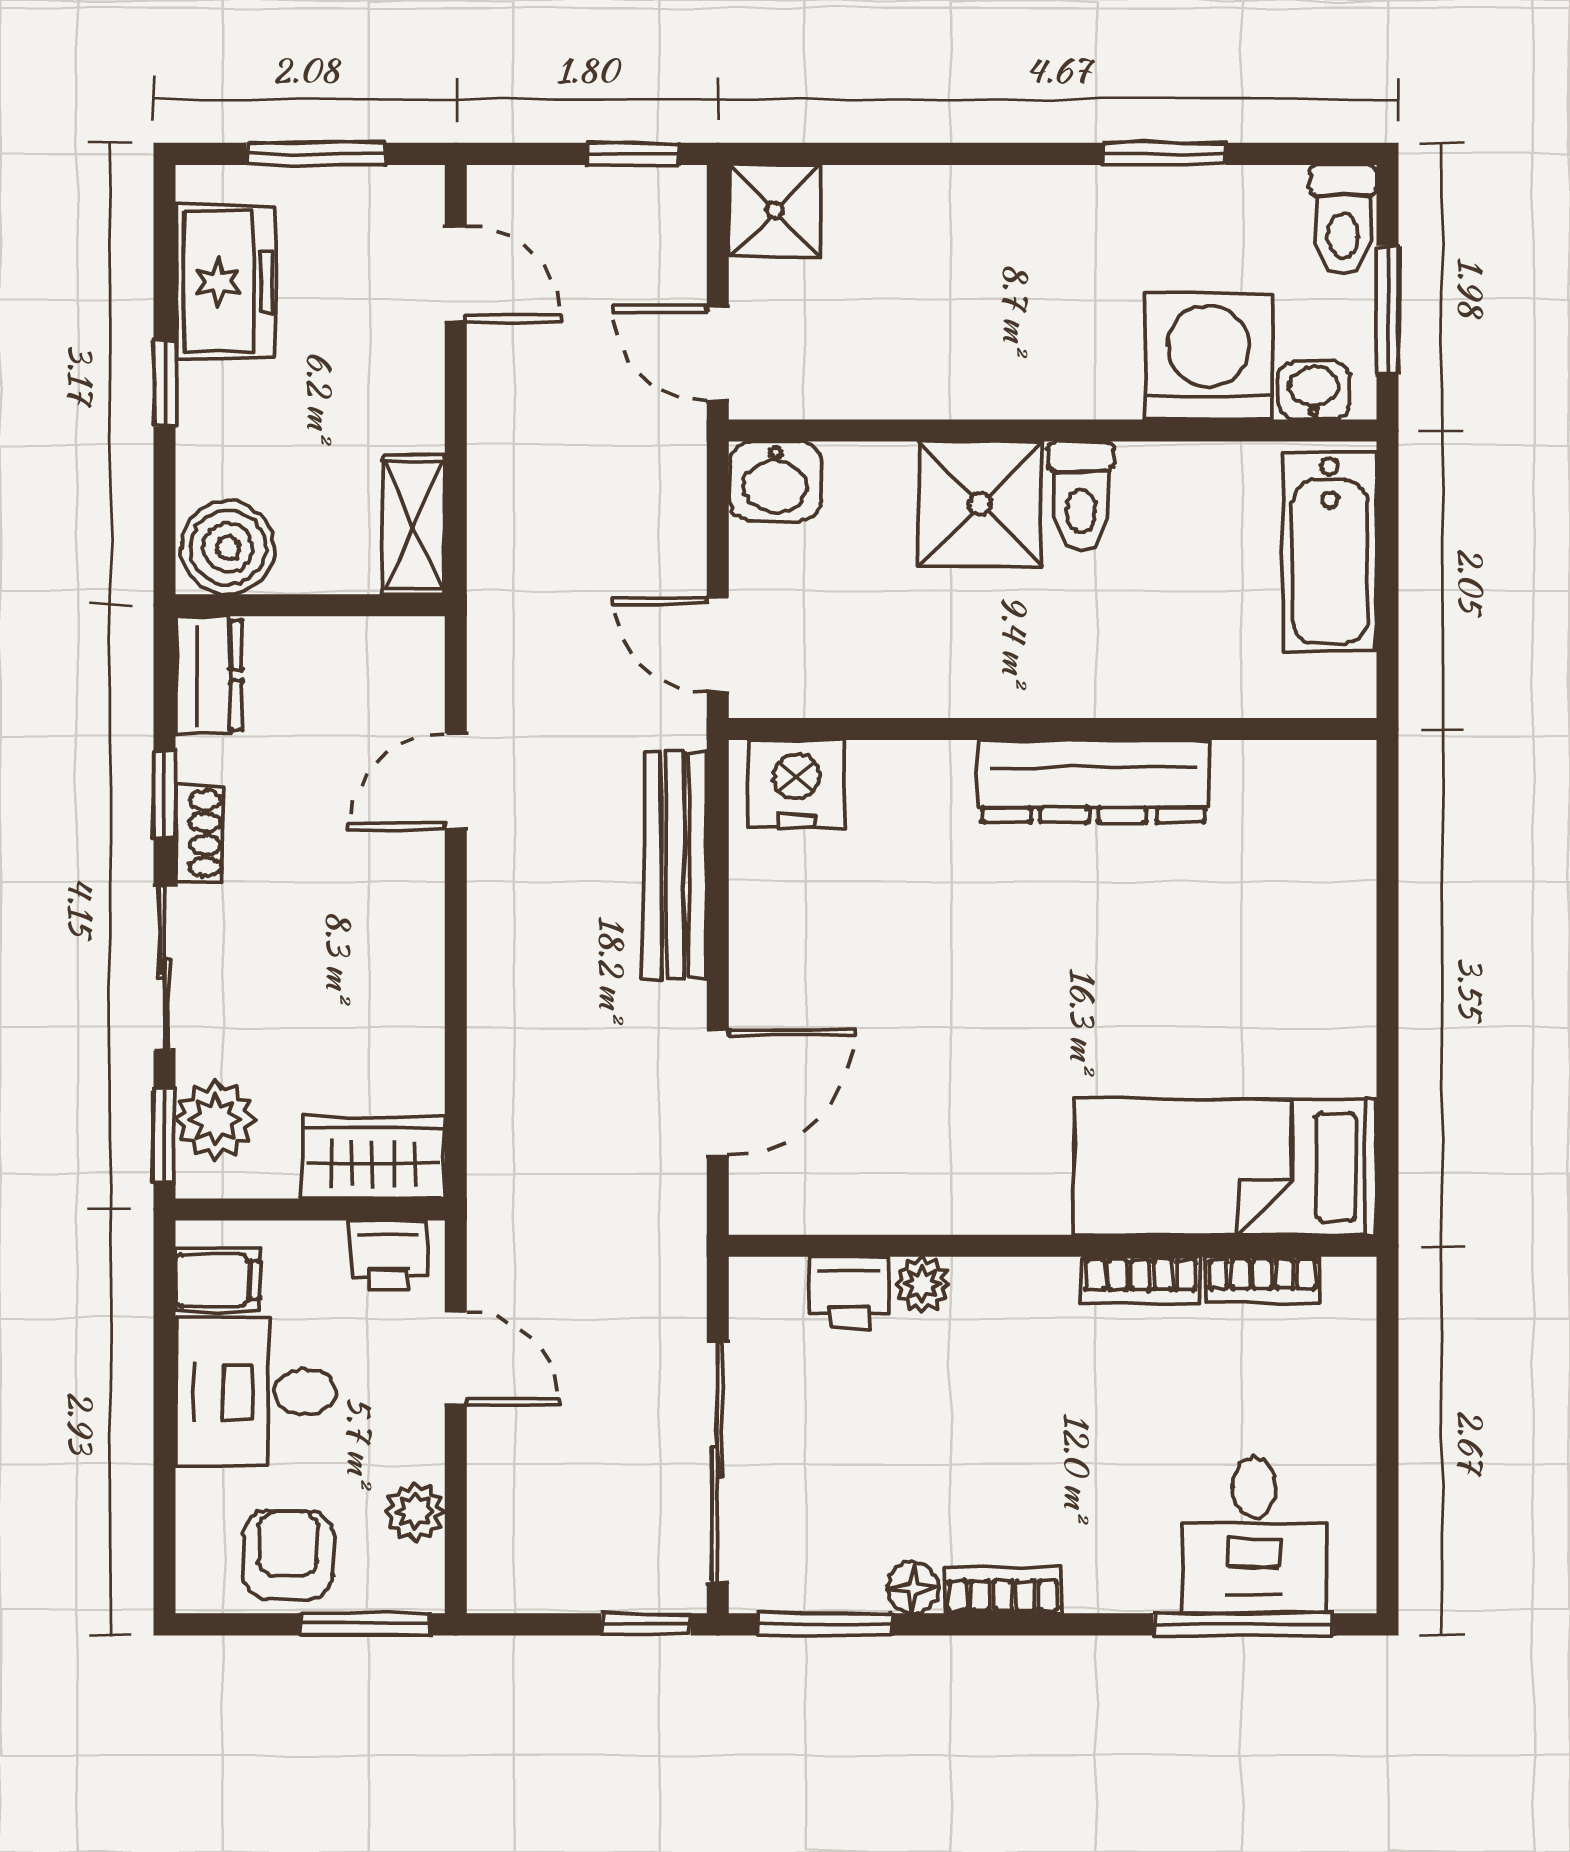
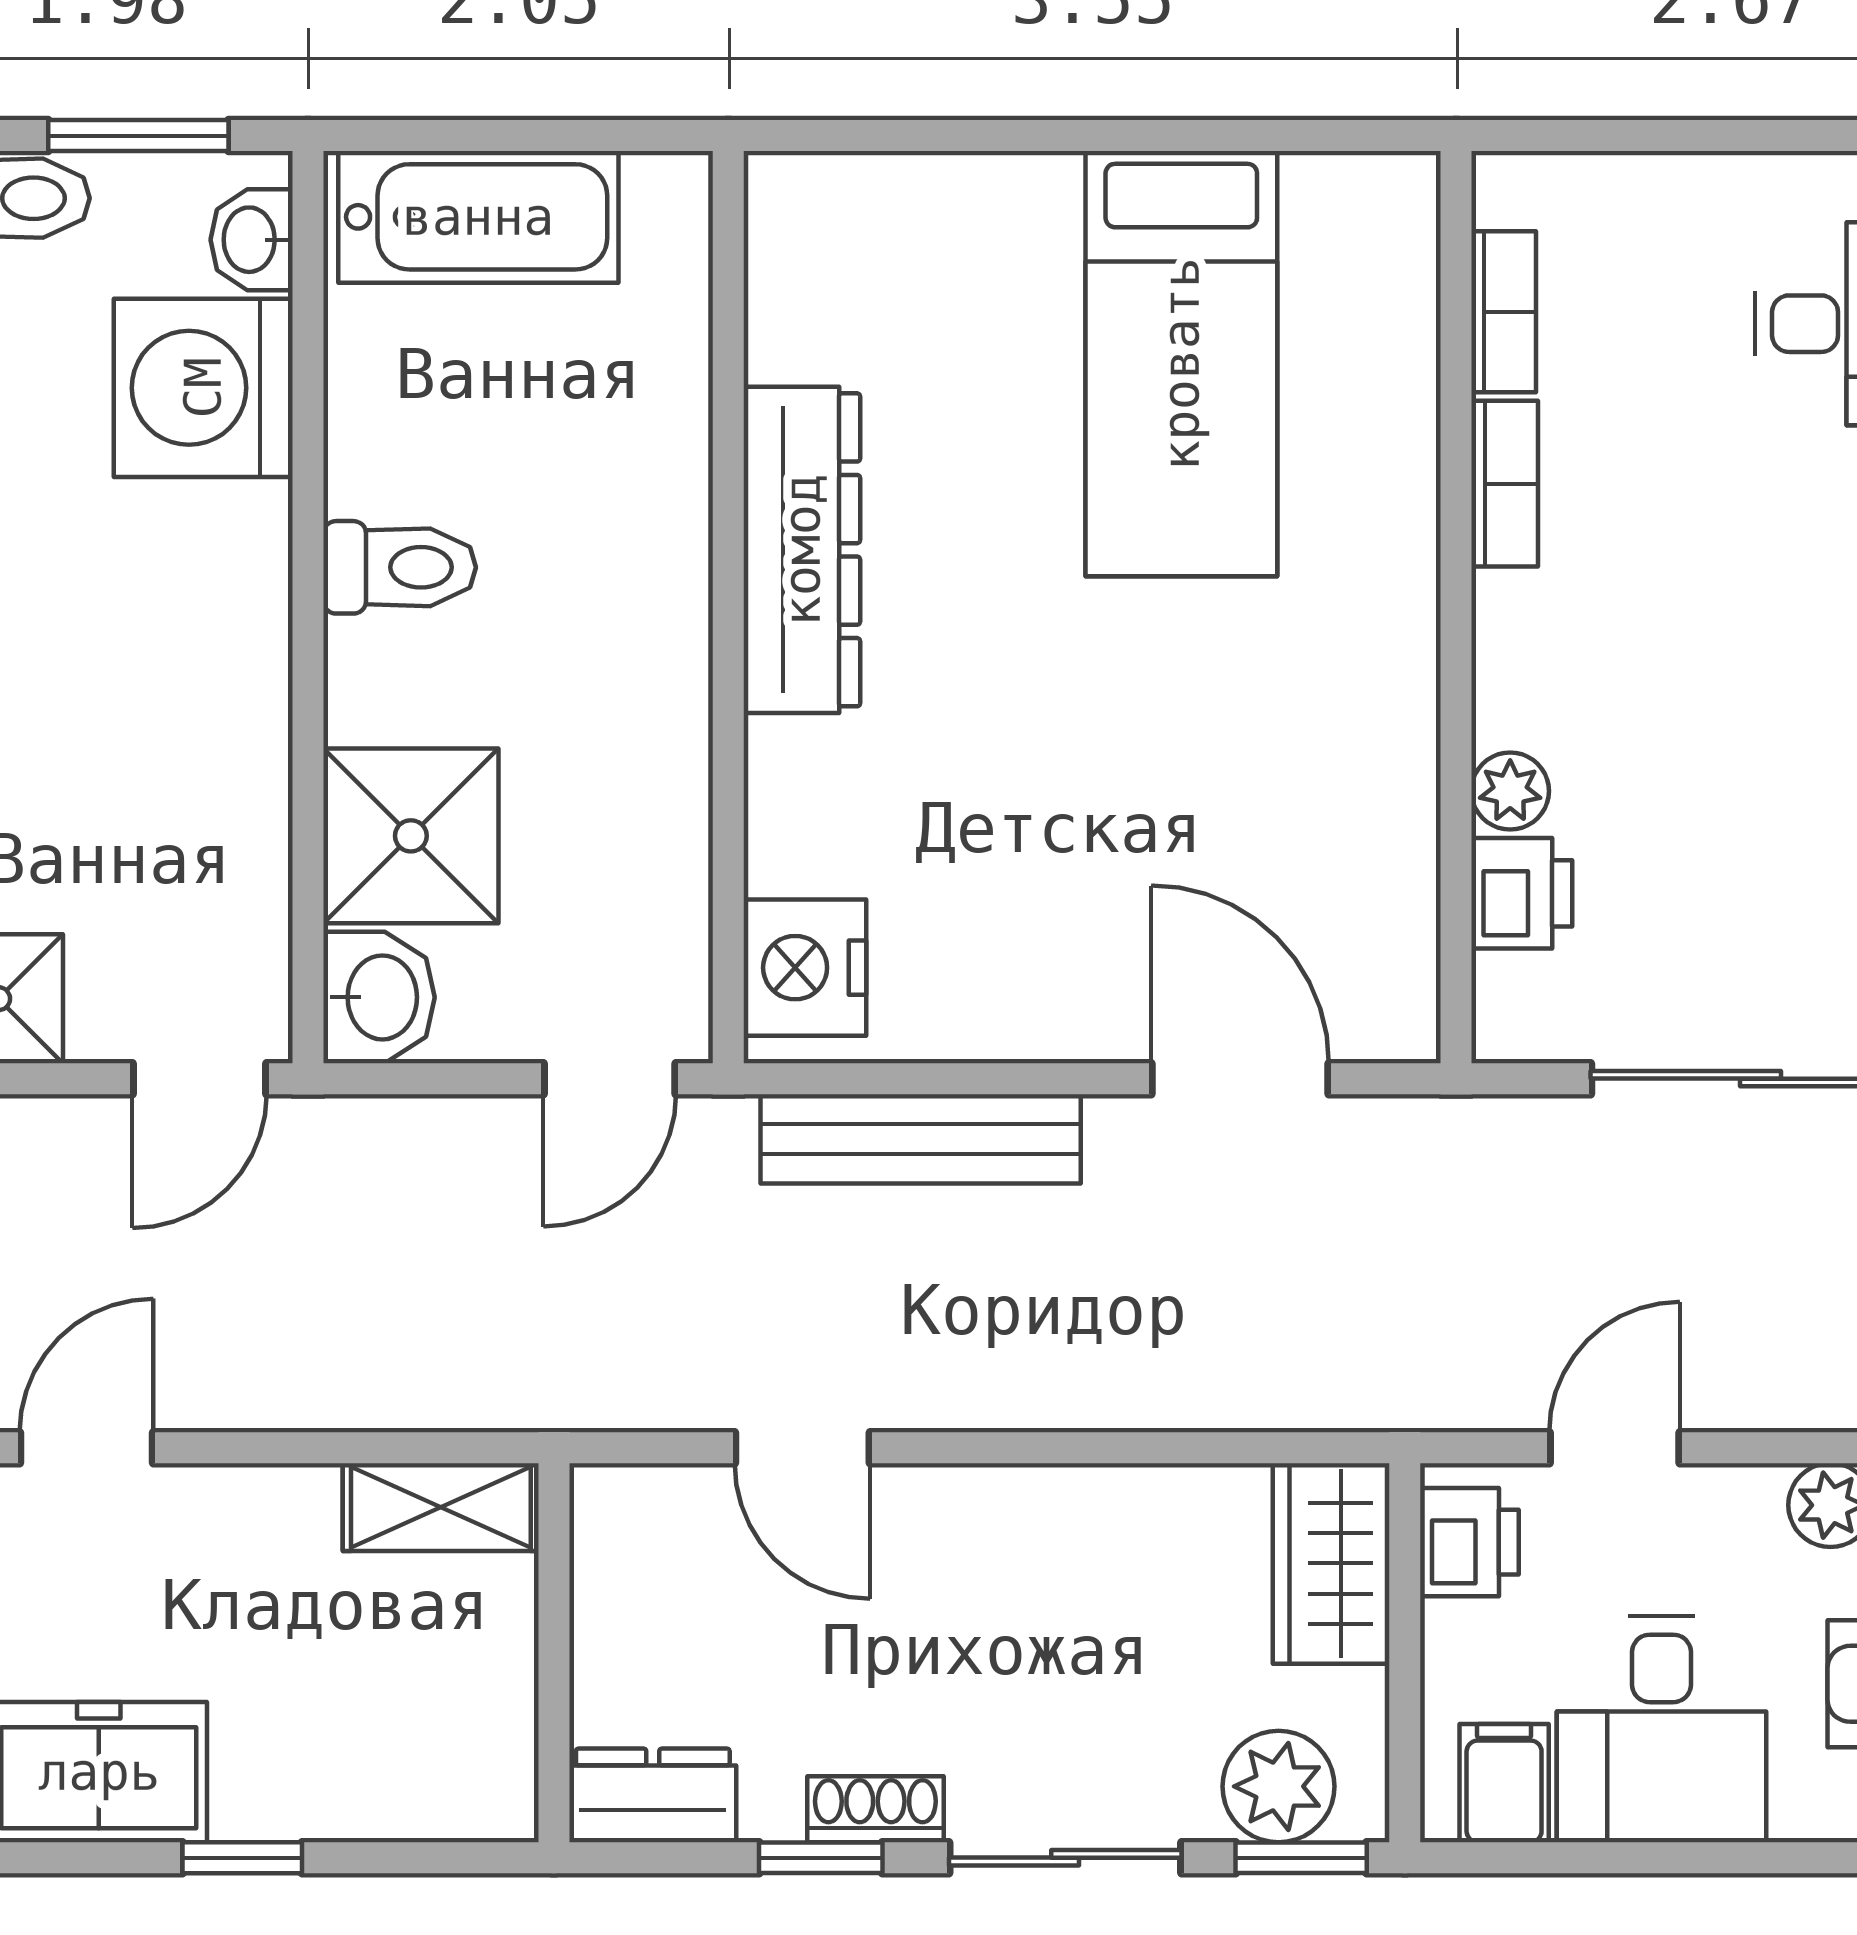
shower: (980, 504) -> (411, 836), moved
boiler: (228, 548) -> (473, 1768), removed
bed: (1226, 1167) -> (1181, 364), moved

